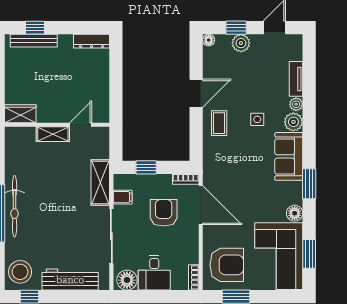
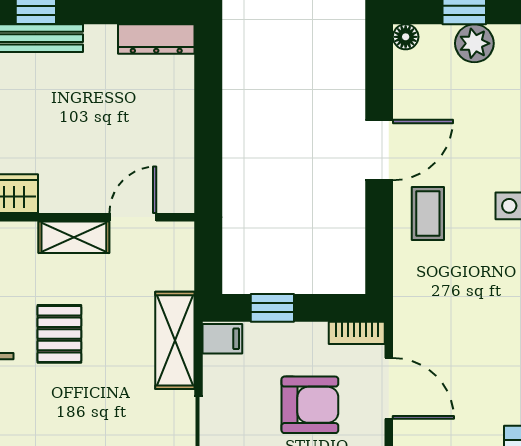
pallet: (46, 180) -> (59, 334), added
filing cabinet: (123, 197) -> (222, 339), moved
door: (201, 205) -> (389, 388), width x0.73
armchair: (164, 213) -> (310, 405), turned 90

